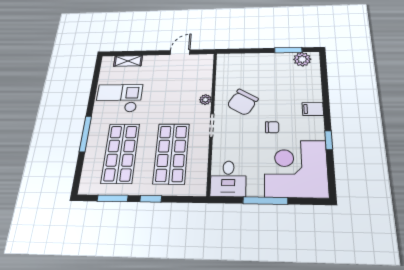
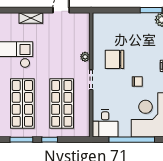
shelving: (128, 61) -> (31, 18), moved
chair: (243, 102) -> (115, 59), turned 59
window: (265, 201) -> (132, 140), width x1.46

